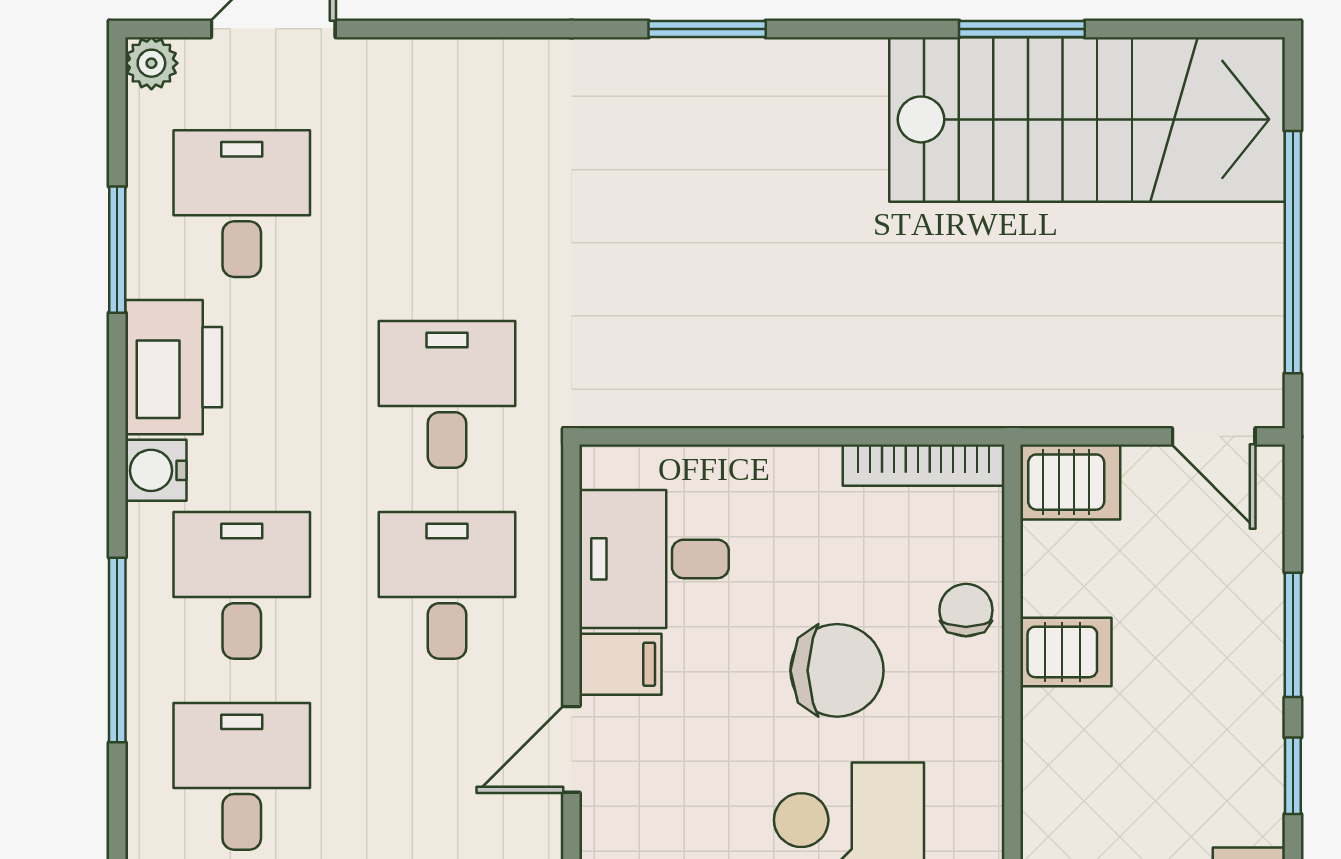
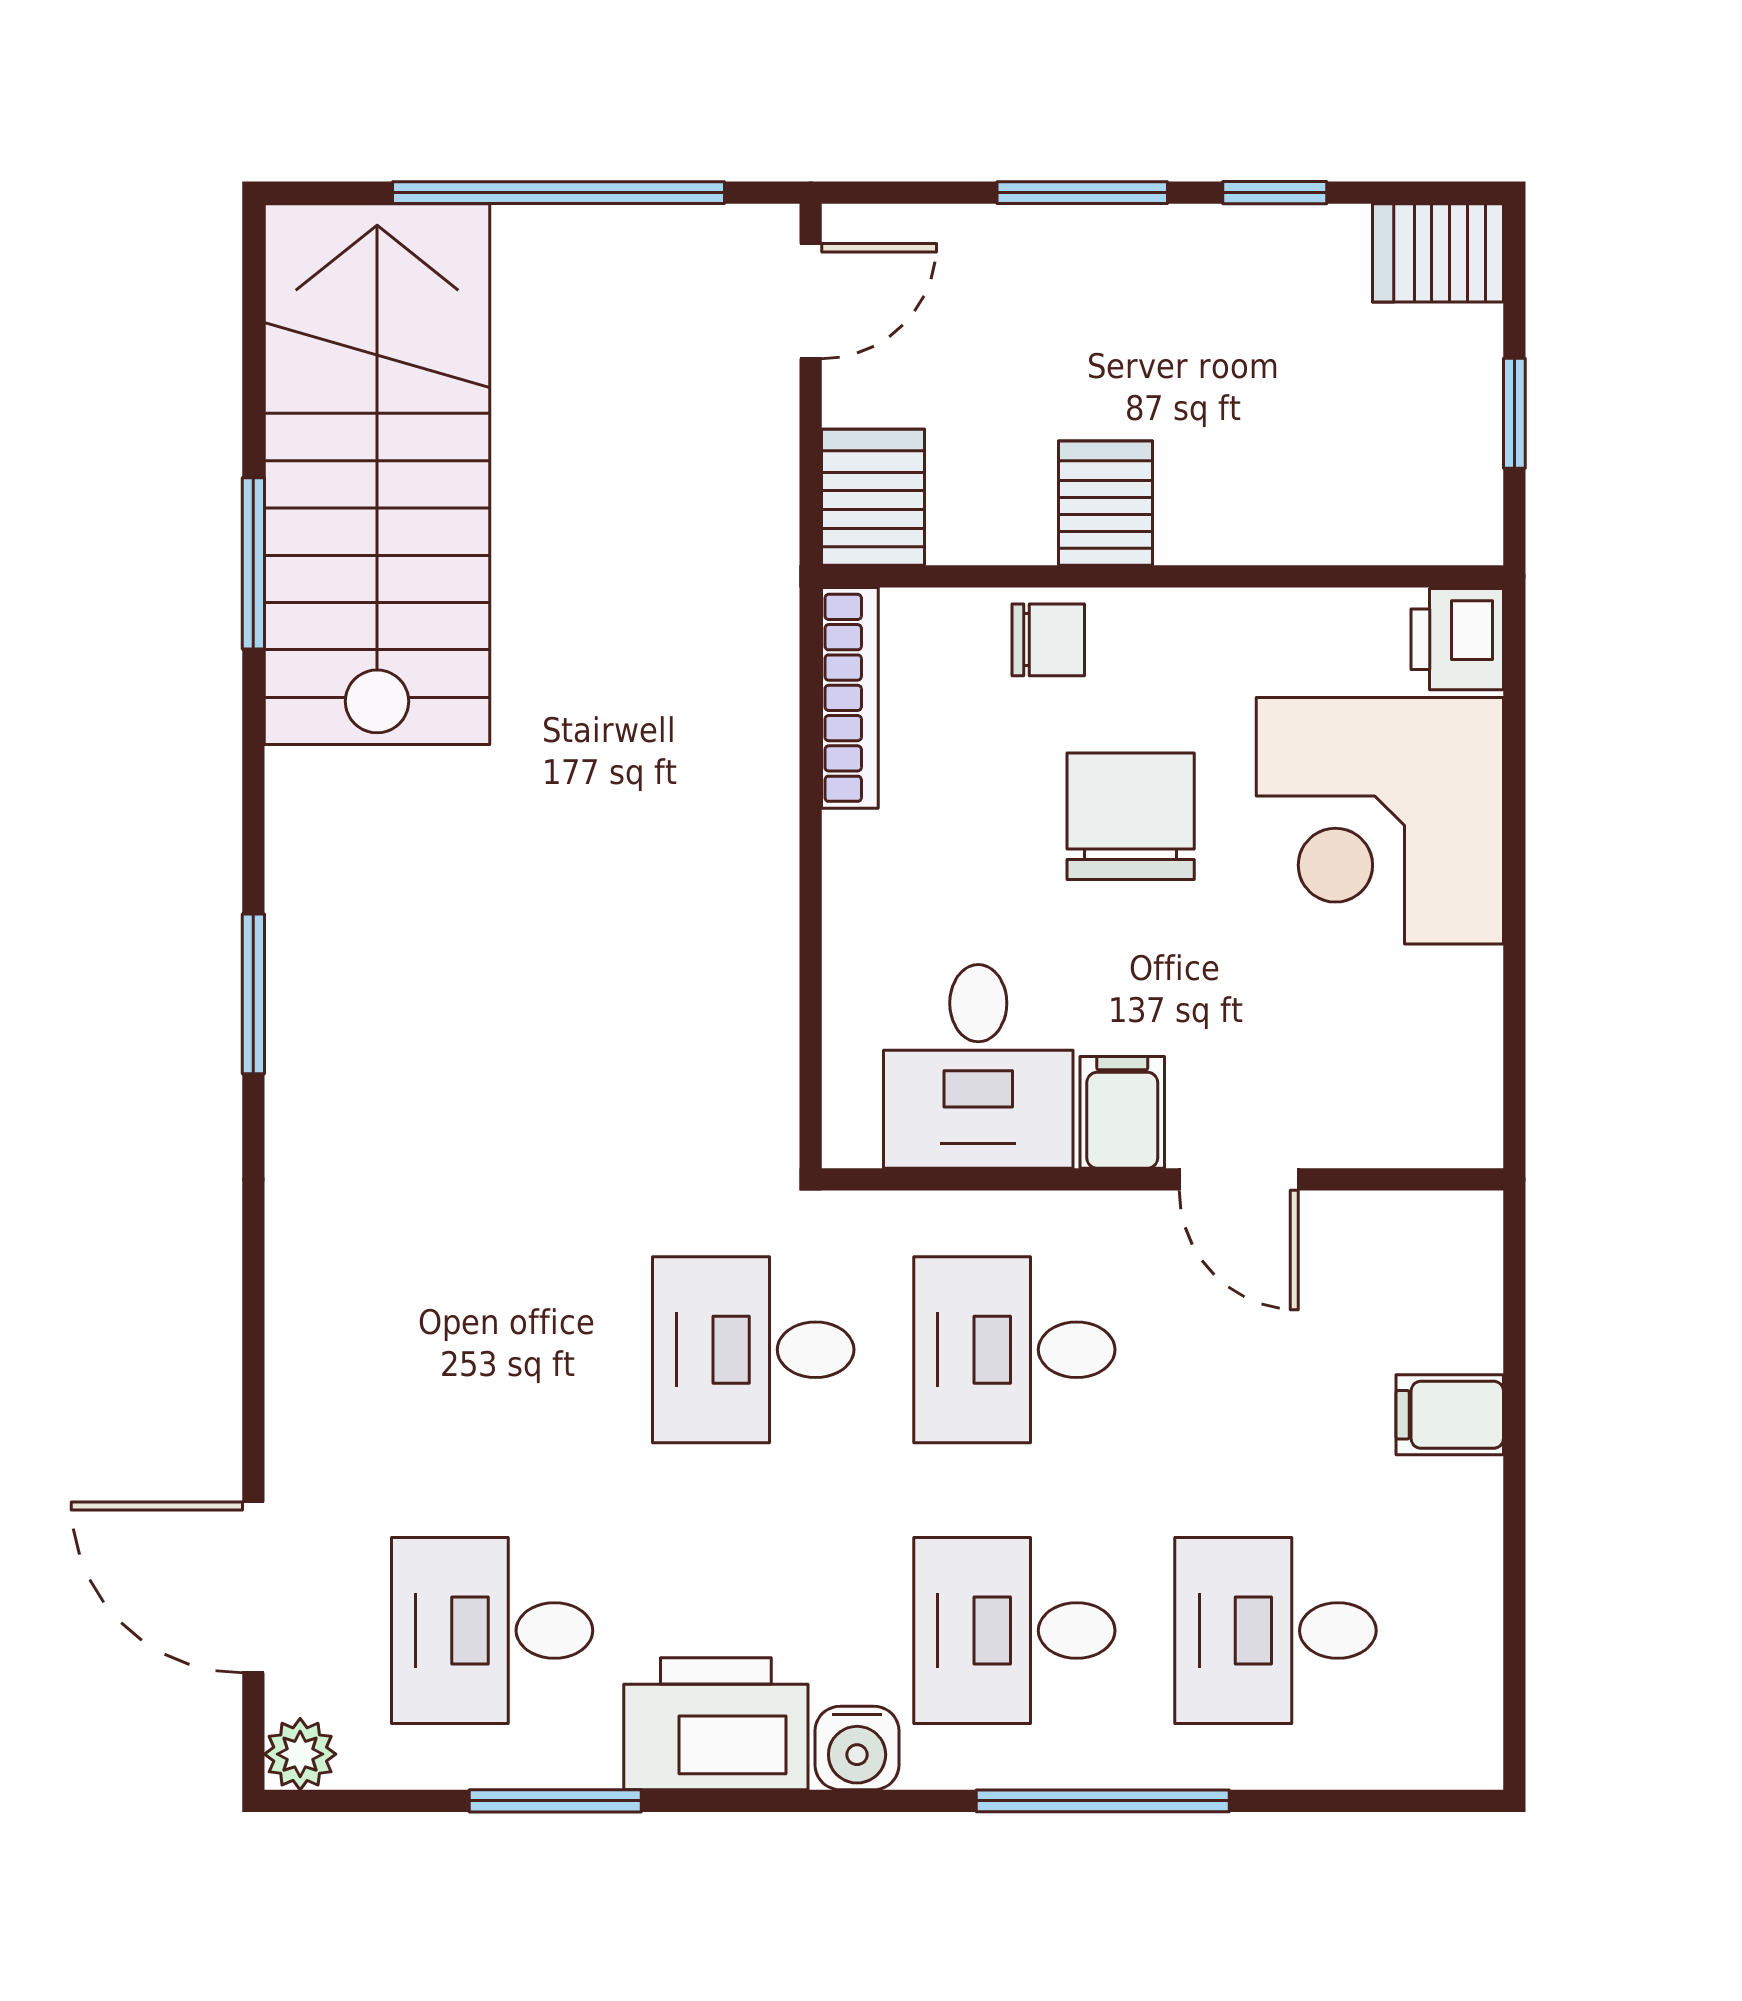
chair: (966, 610) -> (1048, 640), turned 180

